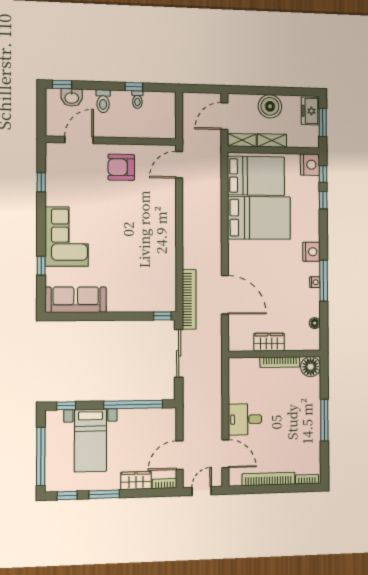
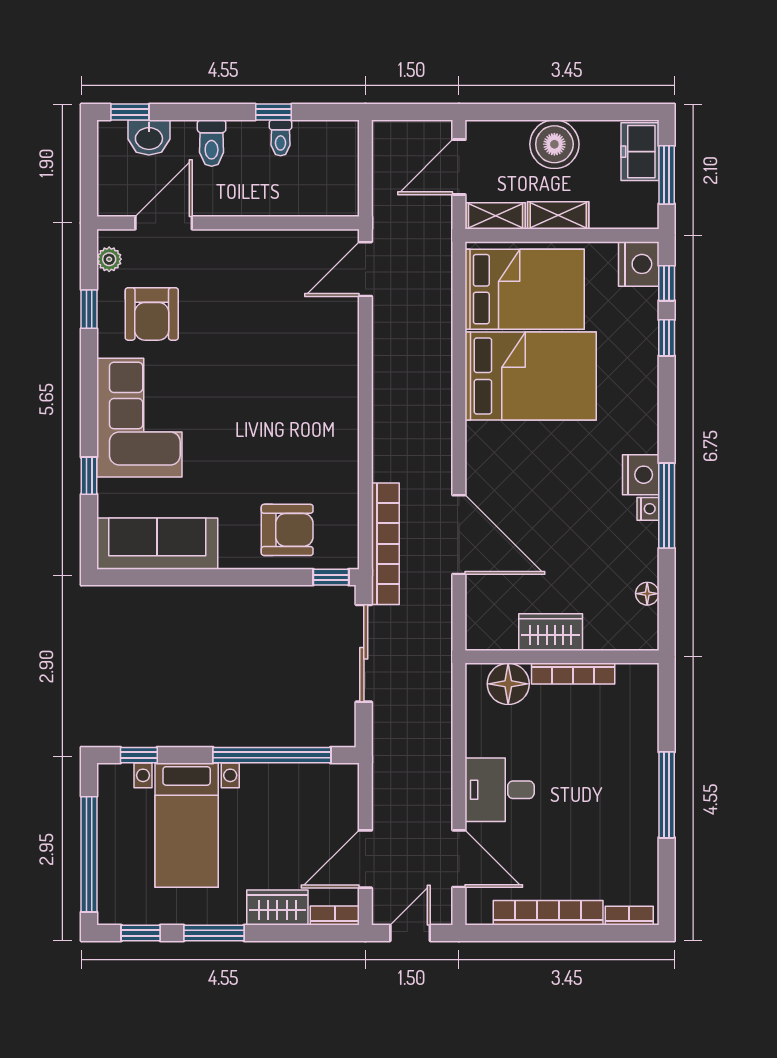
plant: (52, 157) -> (109, 259), added
armchair: (121, 167) -> (152, 314), moved, turned -90
nightstand: (311, 252) -> (641, 475), moved
armchair: (141, 293) -> (287, 530), added
floor lamp: (311, 367) -> (508, 684), moved

